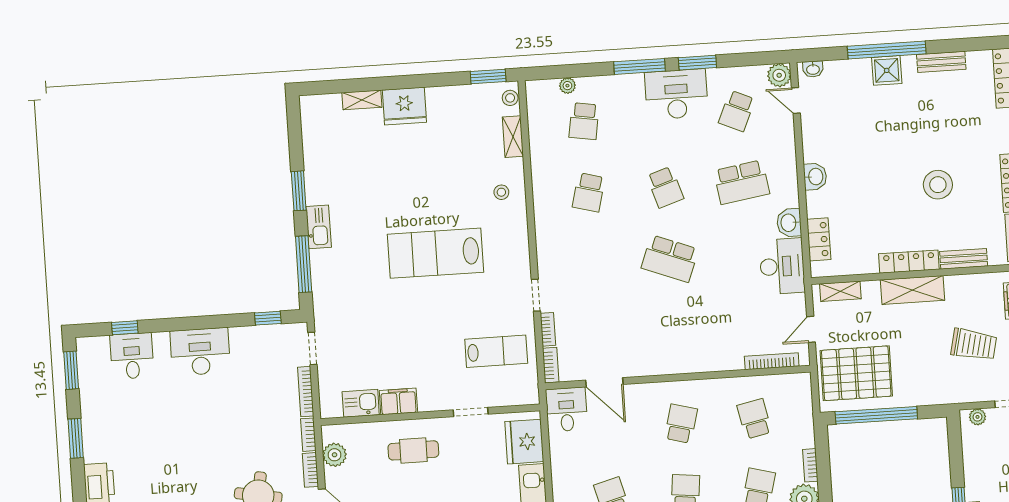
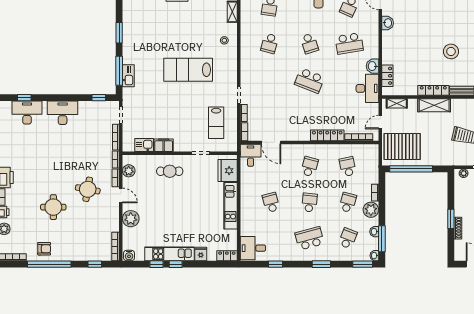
washbasin: (815, 177) -> (388, 23), moved
kitchen sink: (319, 227) -> (128, 76), moved
lab bench: (496, 351) -> (216, 123), turned 90
desk: (132, 356) -> (27, 113), width x1.37
locker: (711, 361) -> (327, 135), added

